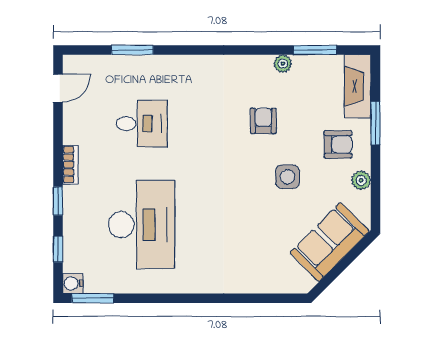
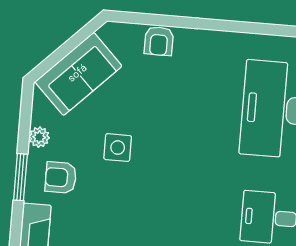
armchair: (263, 121) -> (159, 41), moved
window: (375, 123) -> (20, 177), moved

